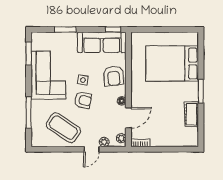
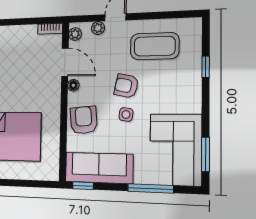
window: (65, 30) -> (150, 188), width x1.44
corner sofa: (48, 75) -> (176, 150), moved
window: (29, 112) -> (206, 67), width x0.46
door: (128, 118) -> (65, 62), swing flipped
coffee table: (63, 128) -> (155, 46), turned -34

